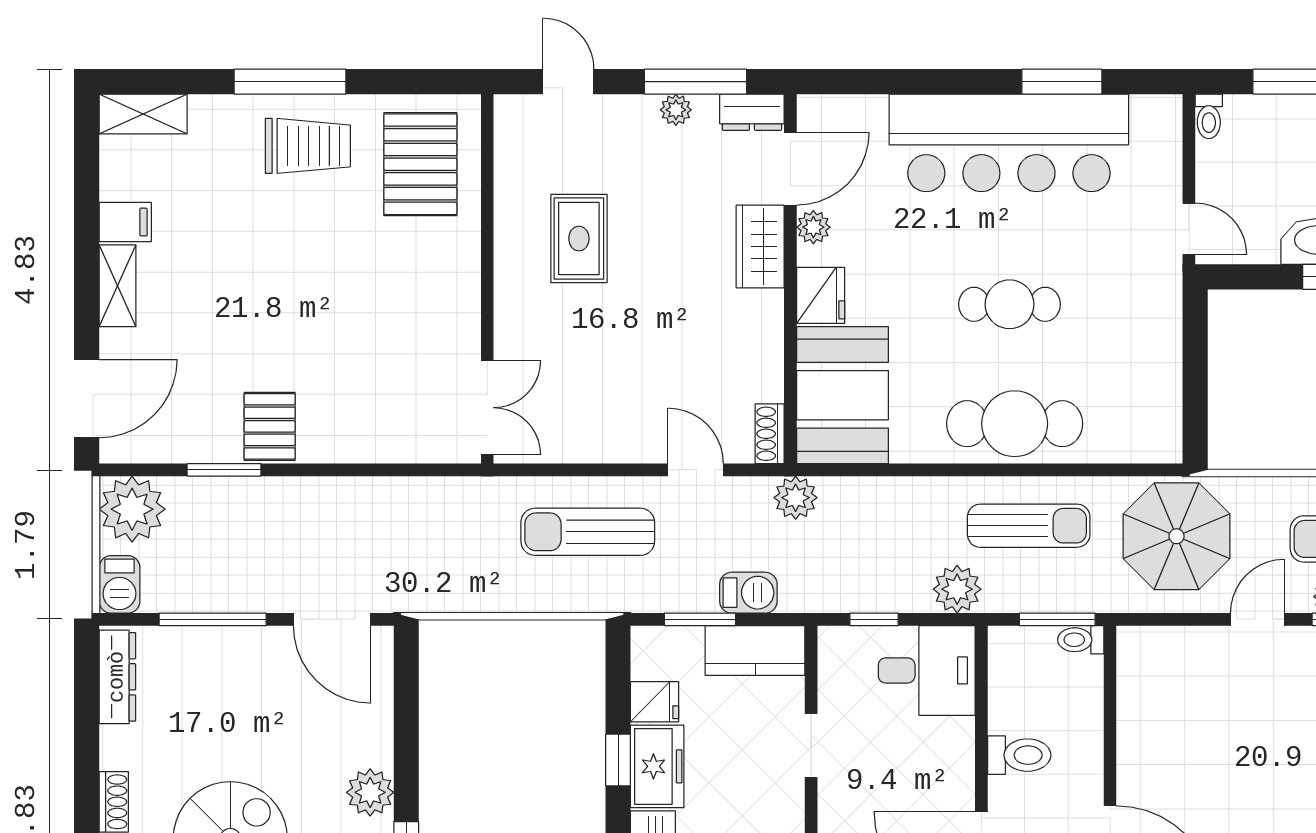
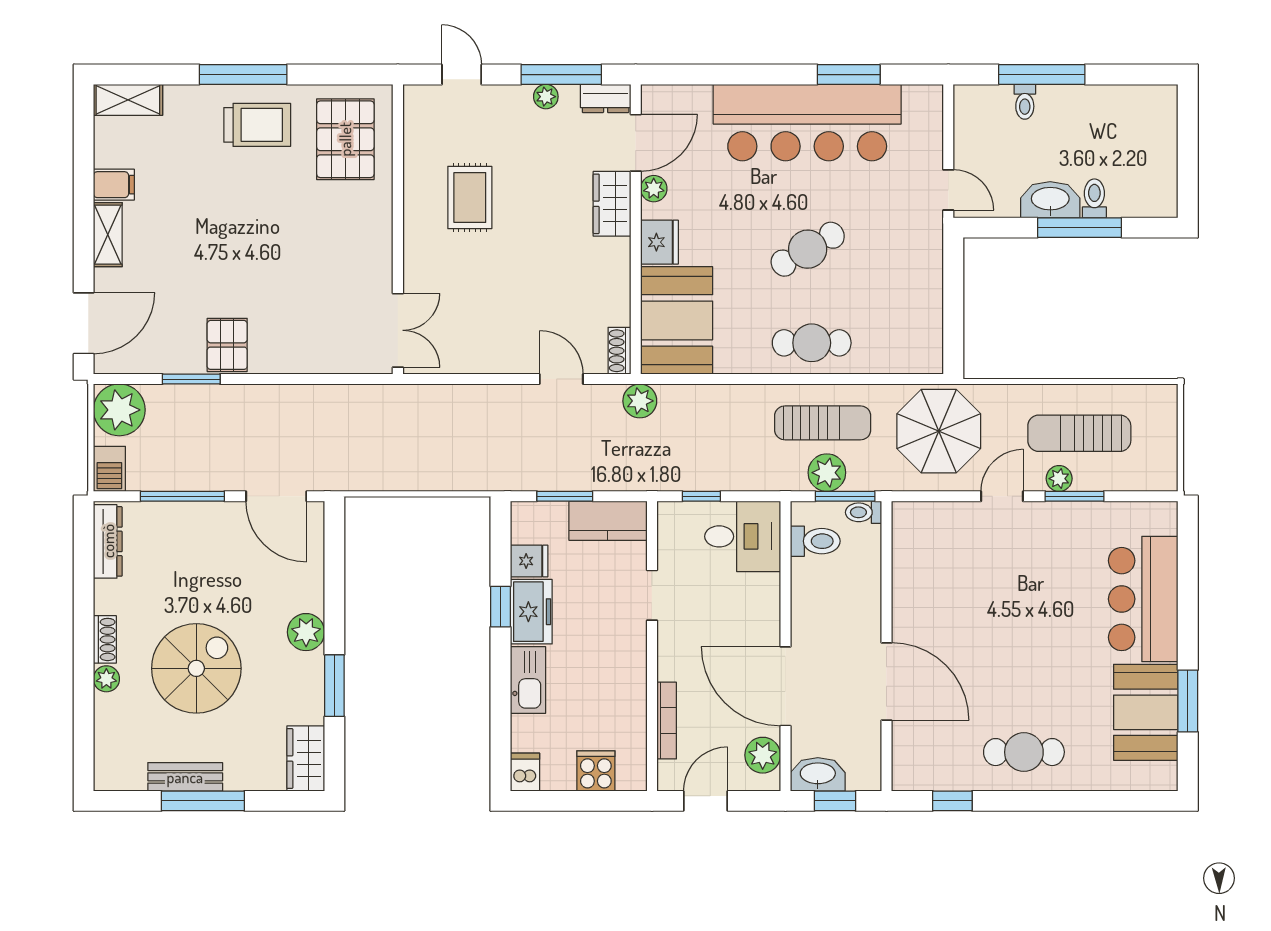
toilet: (1209, 116) -> (1025, 102), moved
cafe table: (1010, 304) -> (808, 249), turned -30
cafe table: (1015, 424) -> (812, 343), width x0.73, depth x0.74
sun lounger: (588, 532) -> (477, 428), removed
plant: (957, 589) -> (827, 473), moved
barbecue: (748, 593) -> (603, 475), removed
toilet: (1019, 755) -> (815, 541), moved

